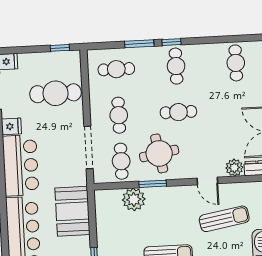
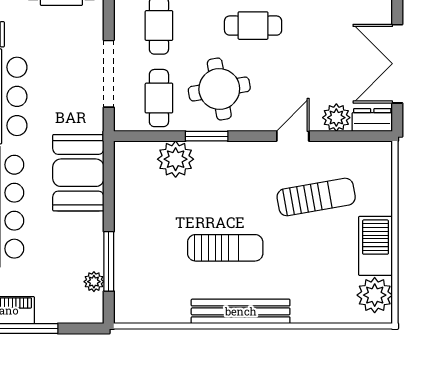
door: (207, 181) -> (293, 136), swing flipped

